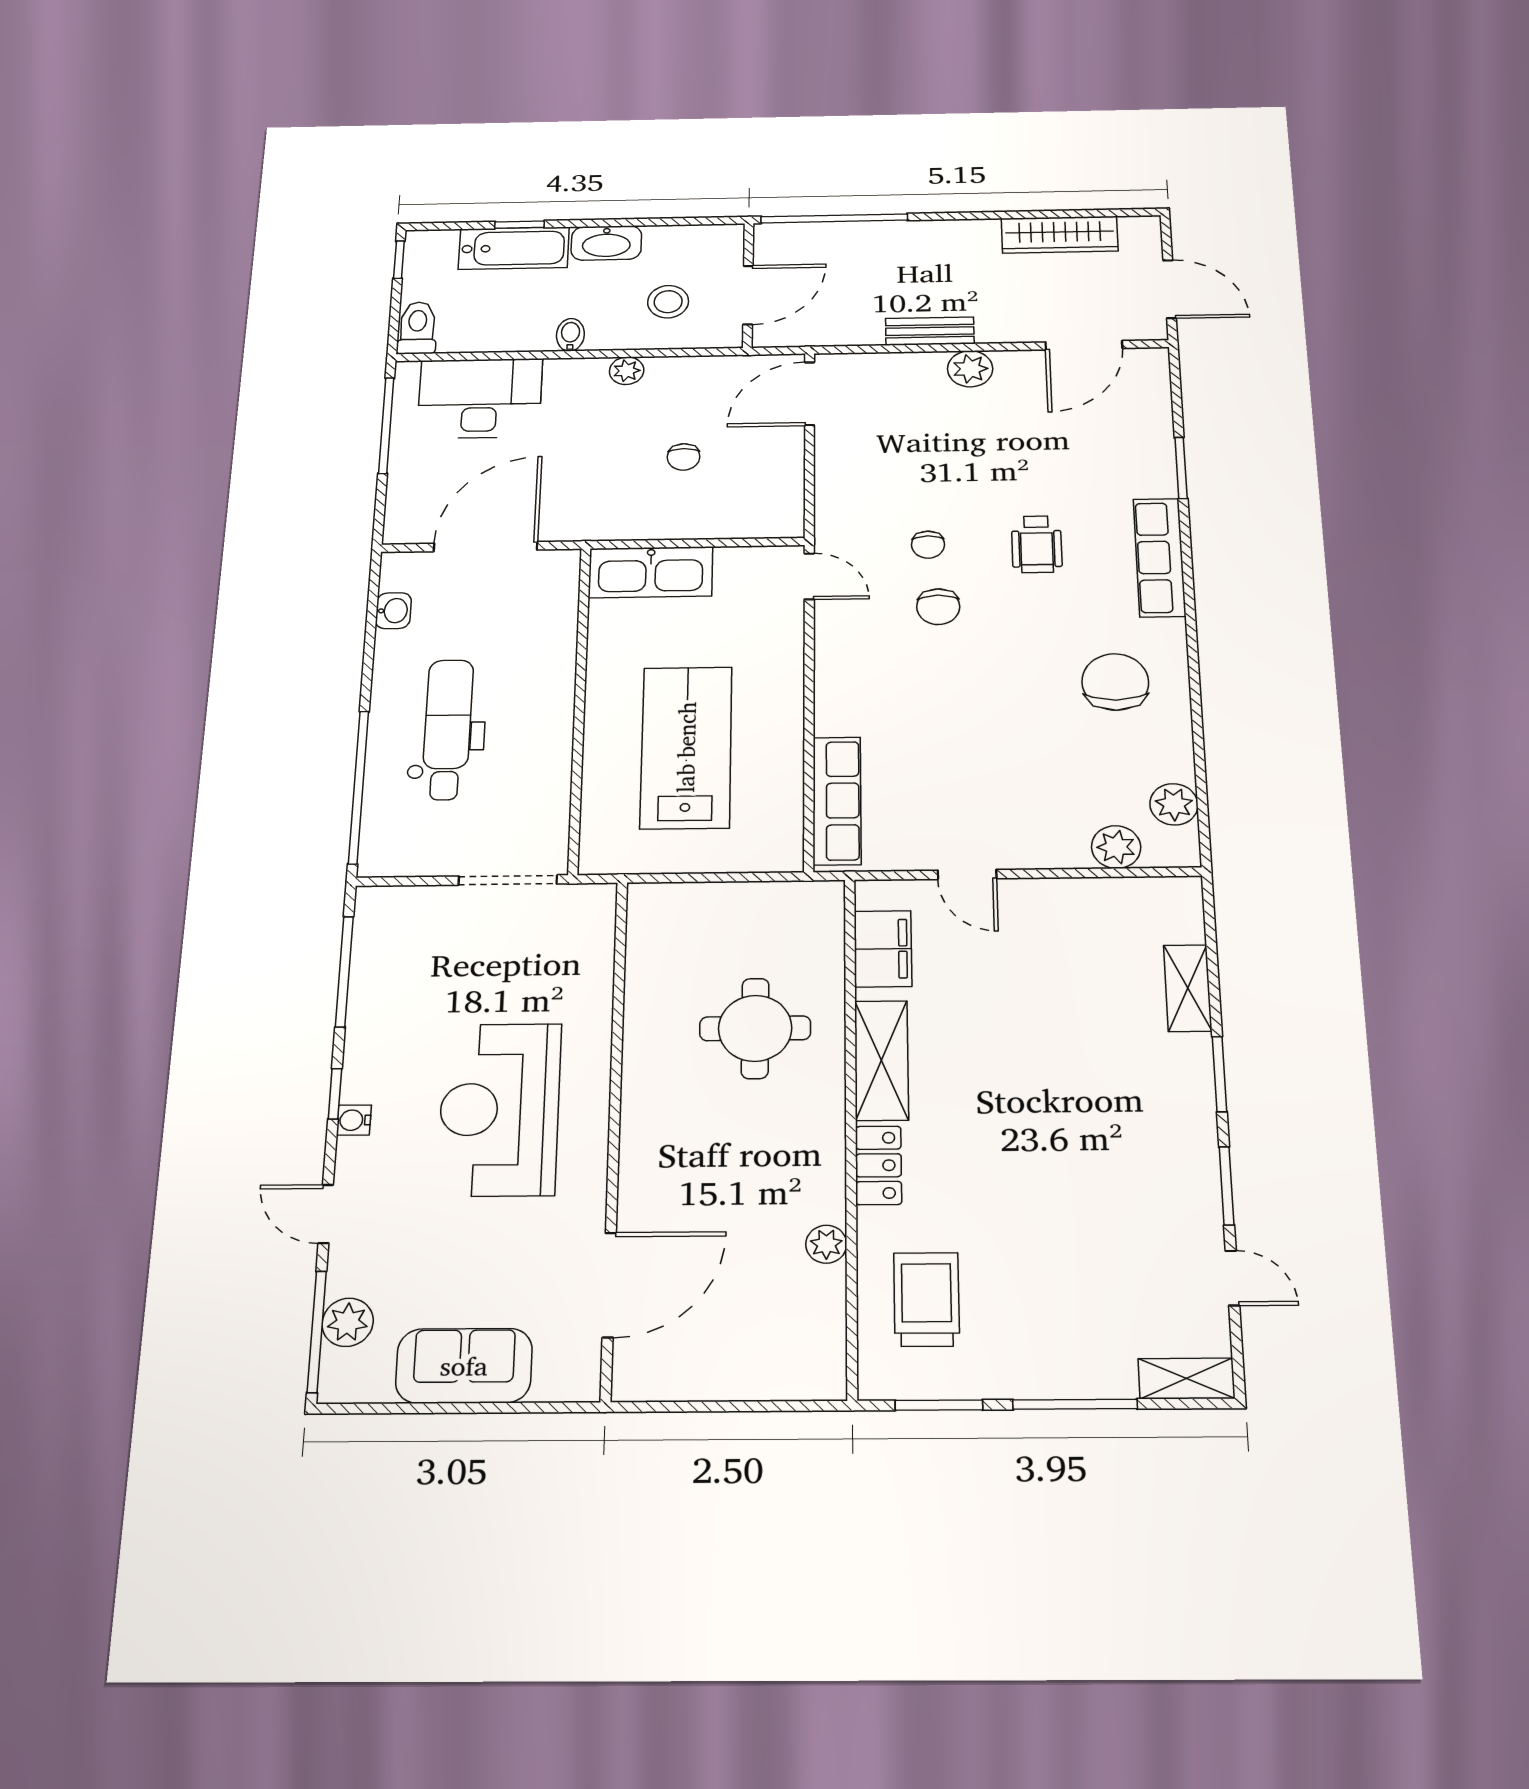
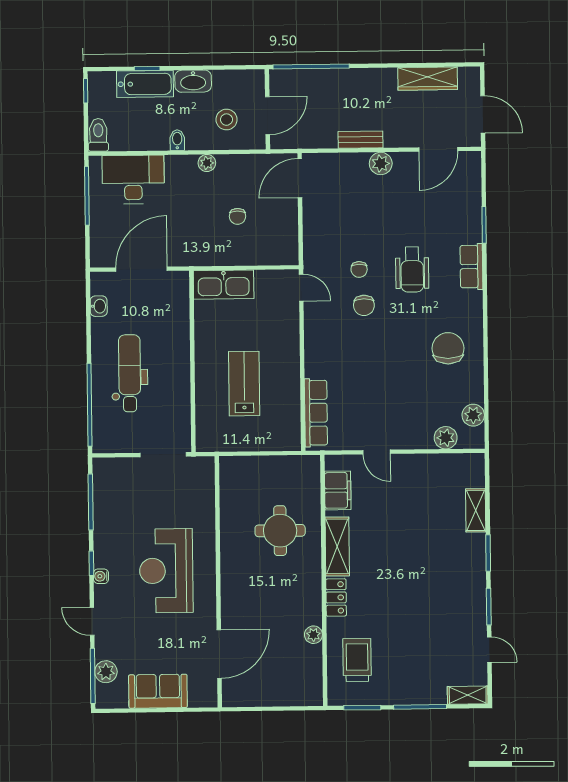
wheelchair: (1037, 544) -> (412, 270), width x1.36, depth x1.37
row of seats: (1159, 557) -> (471, 267), width x0.68
lab bench: (686, 747) -> (244, 384), width x0.73, depth x0.72

